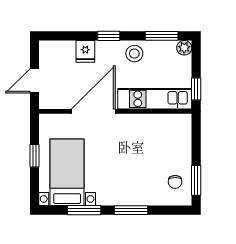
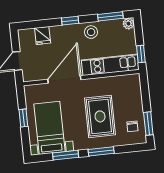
fridge: (85, 51) -> (43, 36), moved
rug: (134, 164) -> (100, 116), added

